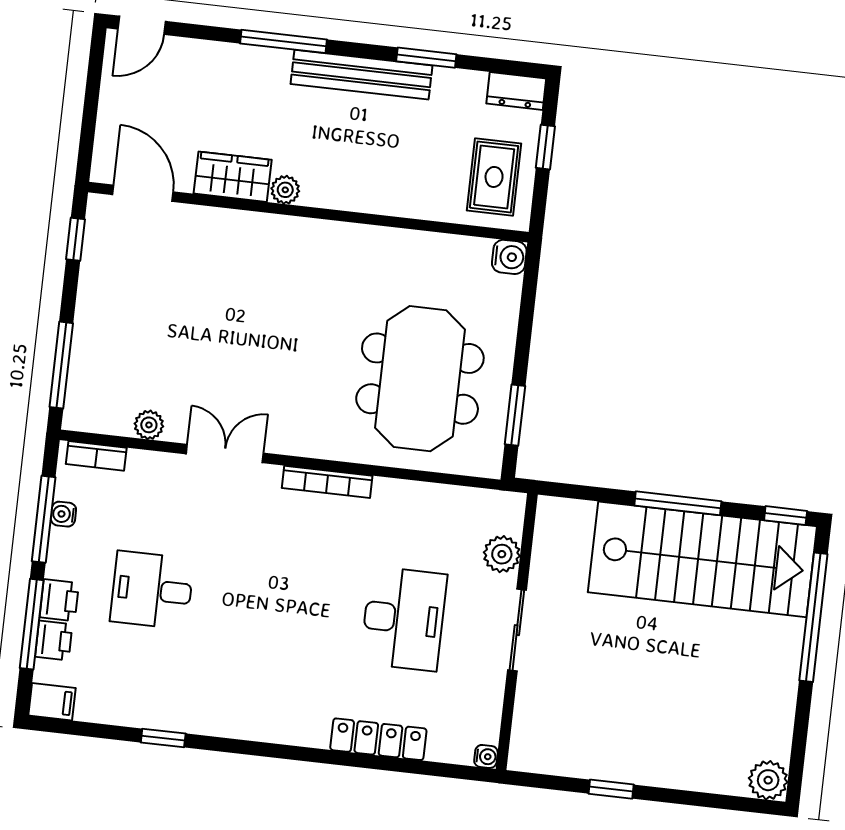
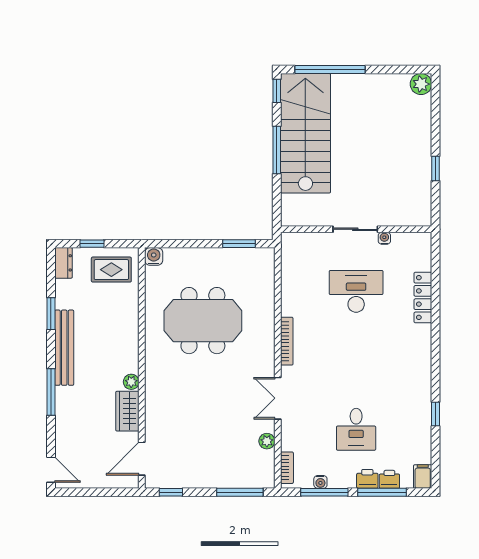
meeting table: (420, 379) -> (203, 321), moved
plant: (502, 554) -> (315, 242), removed
water cooler: (486, 756) -> (384, 238), moved

